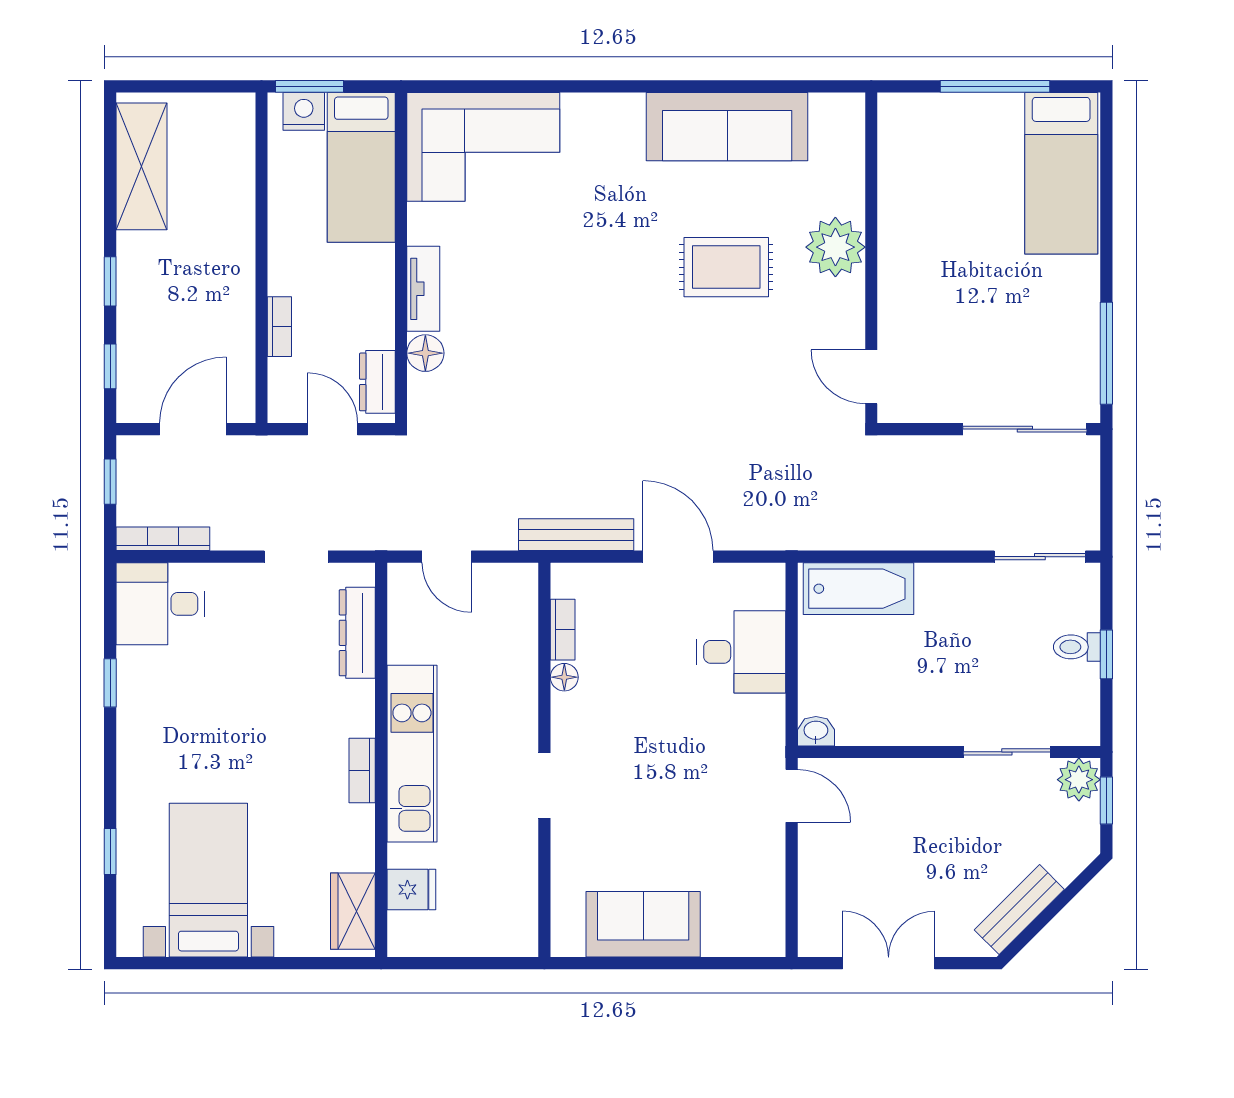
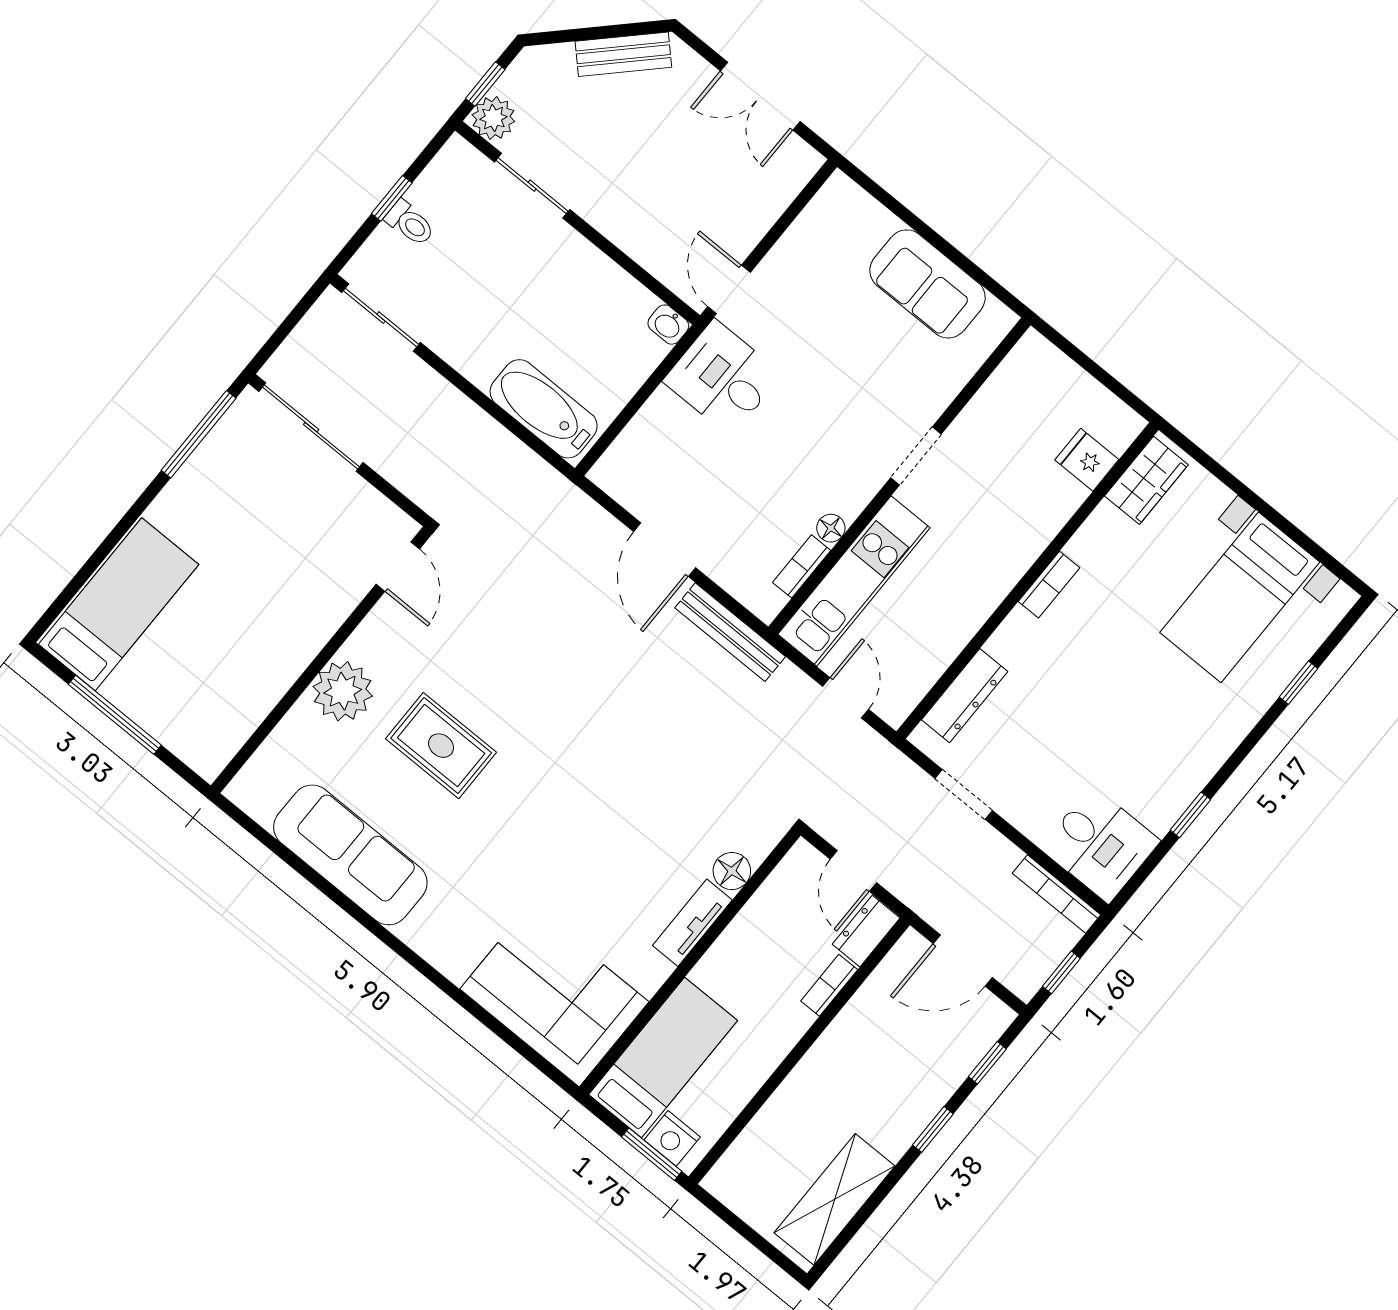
dresser: (377, 382) -> (866, 931), moved, turned 180
desk: (741, 652) -> (723, 378), moved
kitchen unit: (412, 754) -> (854, 581), moved, turned 180

